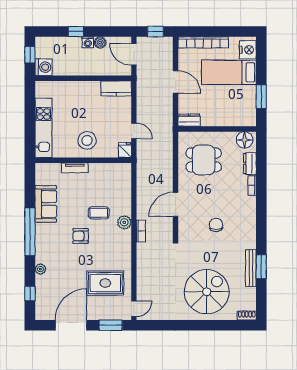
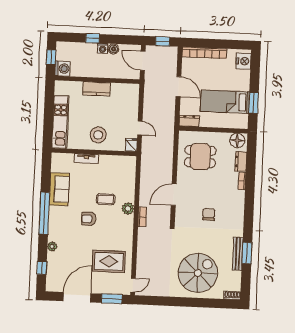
bed: (229, 72) -> (225, 102), moved
kitchen counter: (116, 88) -> (96, 89), moved

